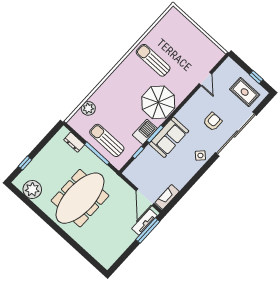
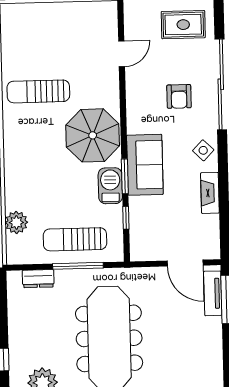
door: (205, 79) -> (122, 54), hinge flipped
armchair: (213, 122) -> (179, 96), turned 180
fireplace: (167, 197) -> (210, 193), moved

